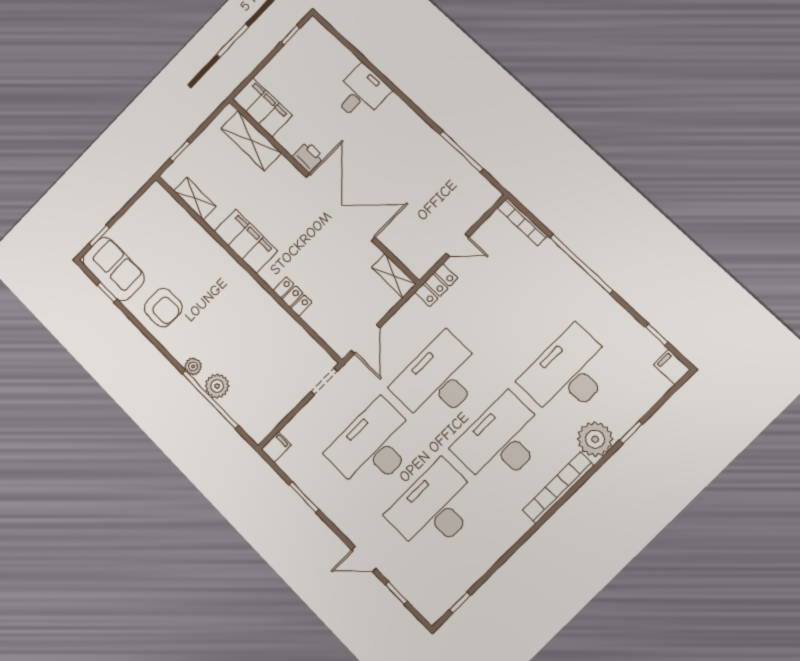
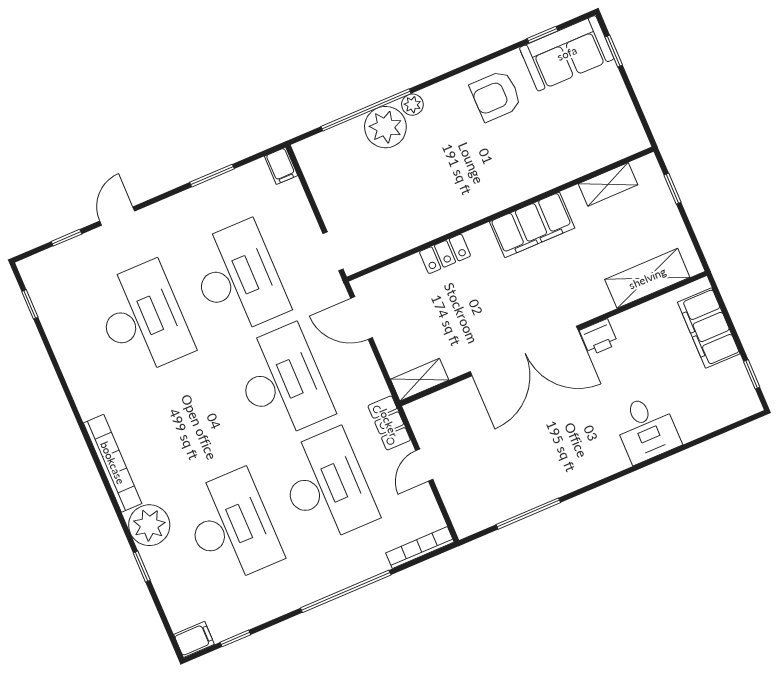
filing cabinet: (262, 107) -> (709, 328), moved, turned 90
plant: (217, 386) -> (385, 127), width x1.36, depth x1.36
desk: (501, 441) -> (327, 486), moved

